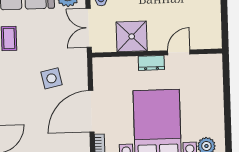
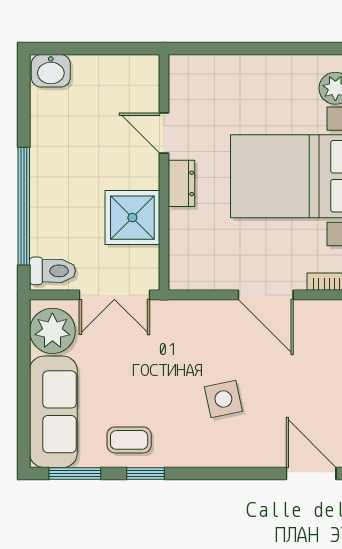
side table: (52, 78) -> (223, 399), moved
door: (91, 111) -> (266, 295), width x0.73

